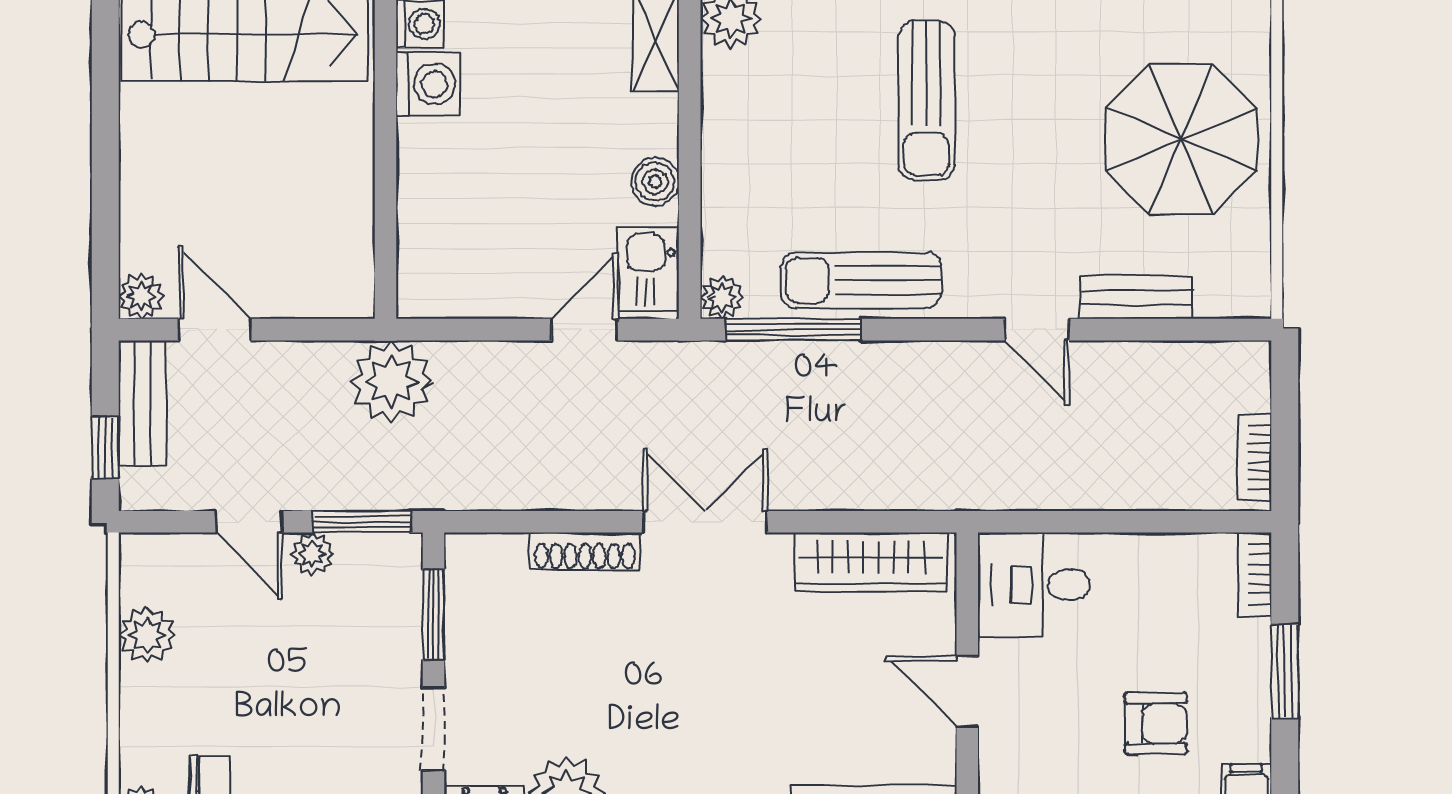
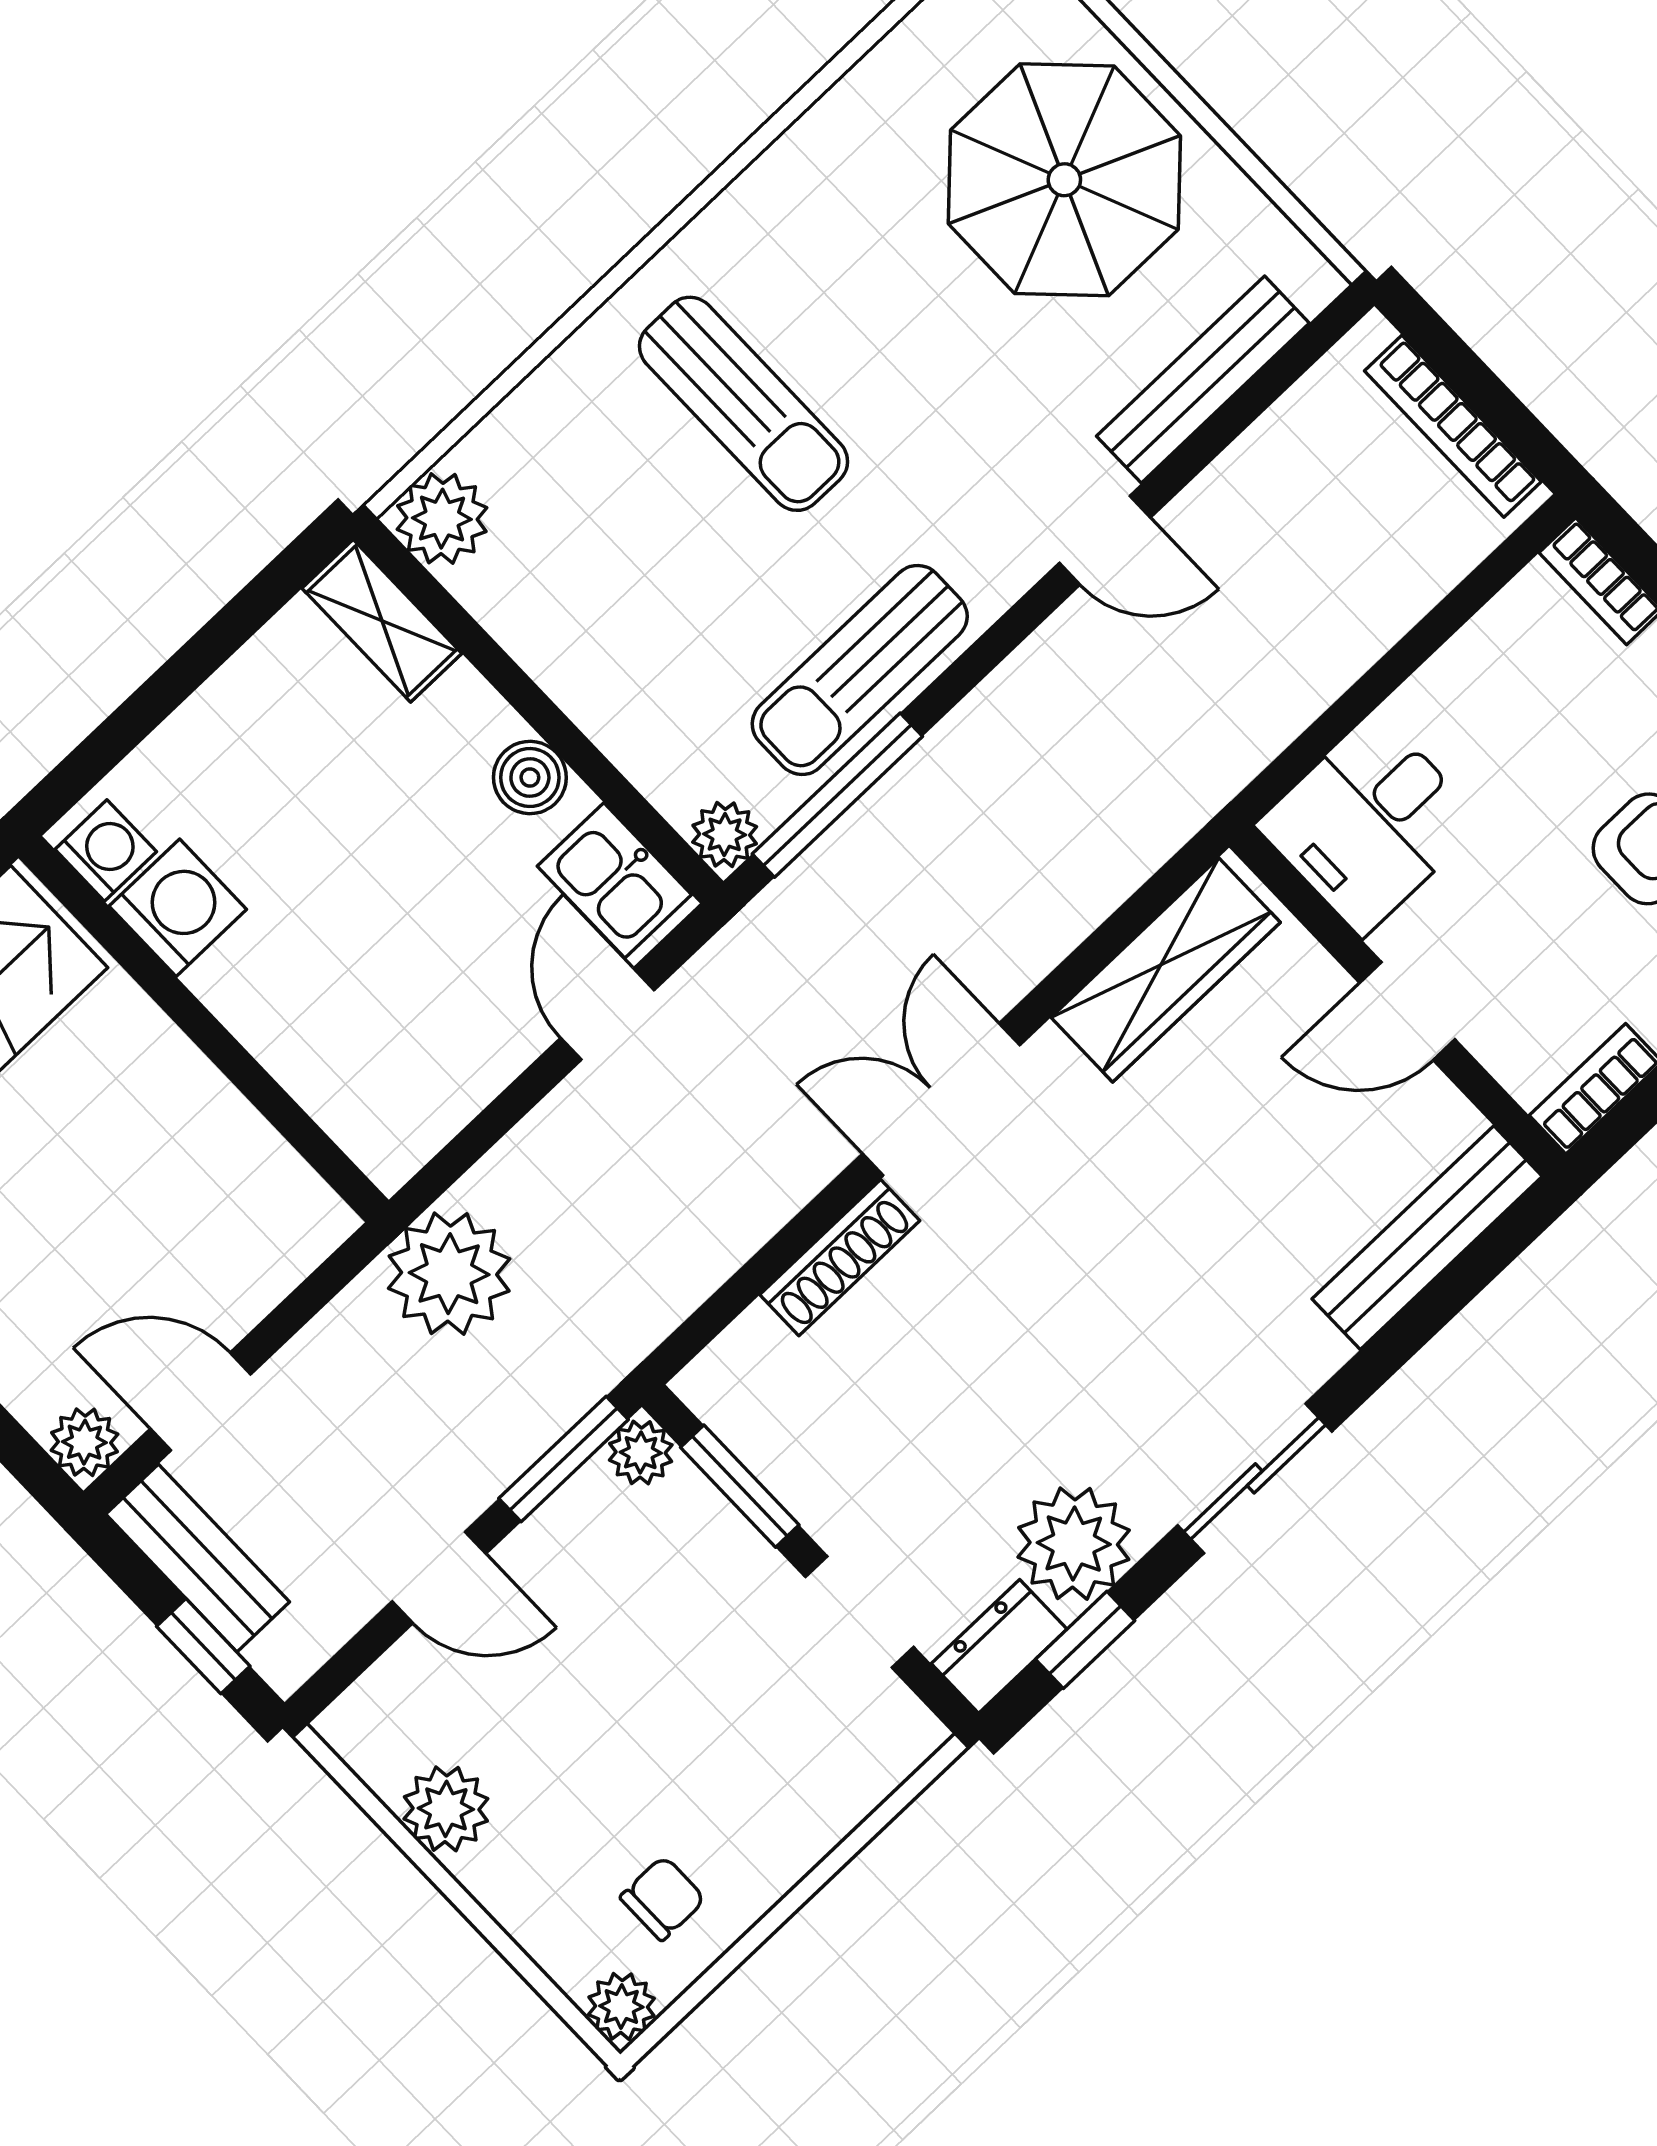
bench: (1136, 298) -> (1203, 380), width x1.36
bookcase: (1254, 457) -> (1453, 426), width x1.56
plant: (312, 554) -> (641, 1453), moved

